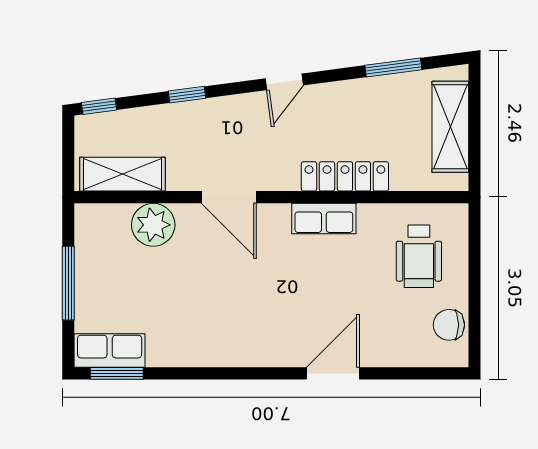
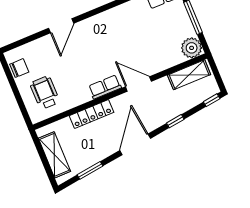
door: (284, 82) -> (135, 144), width x1.88
row of seats: (324, 218) -> (105, 87), moved
plant: (153, 225) -> (192, 48), moved

